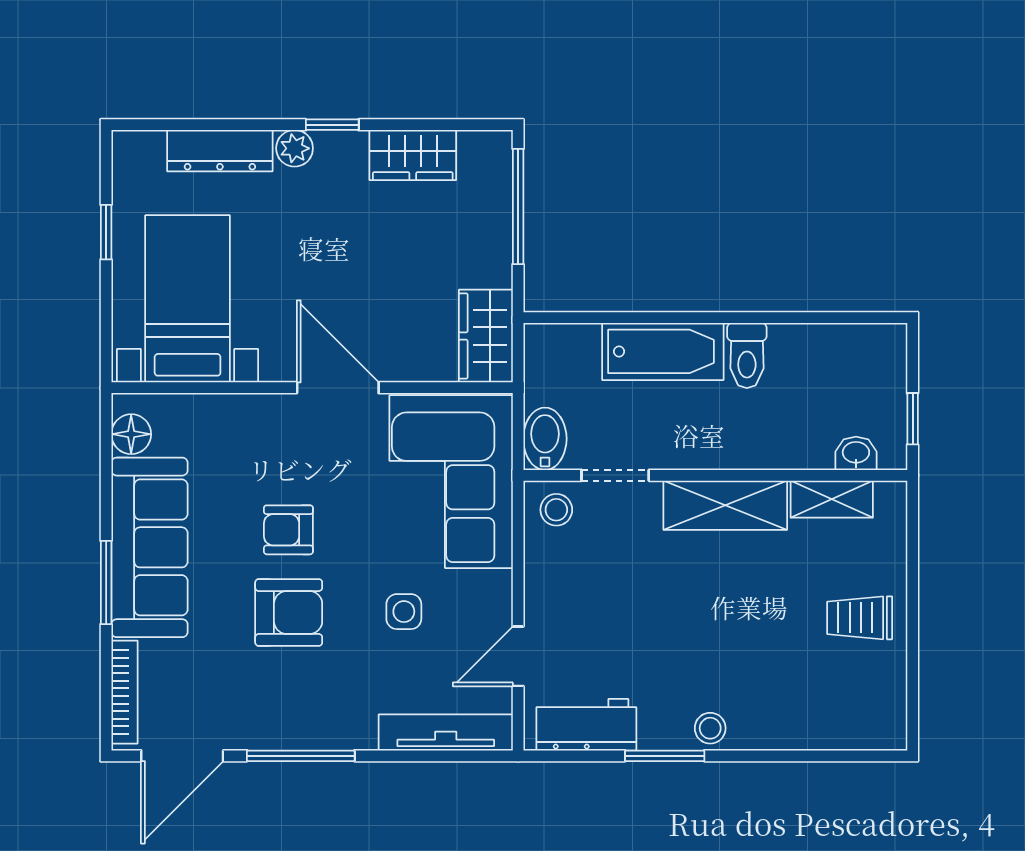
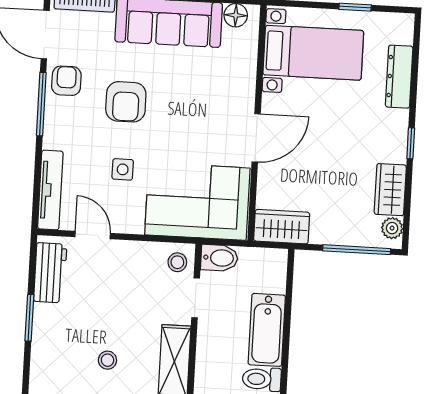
plant: (295, 148) -> (392, 228), moved
armchair: (288, 530) -> (66, 81), moved
stool: (710, 728) -> (107, 360), moved

